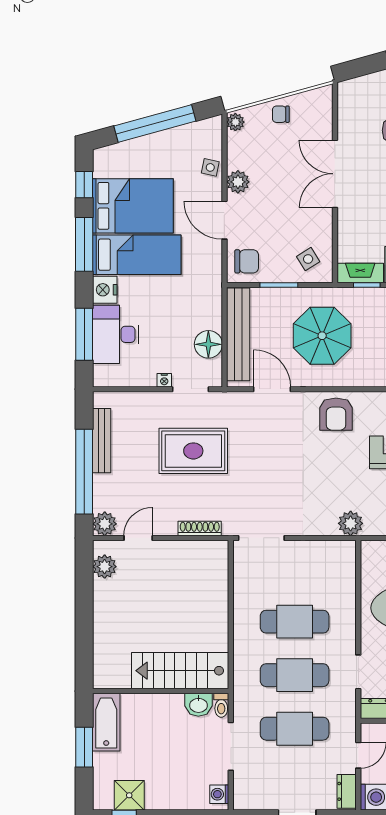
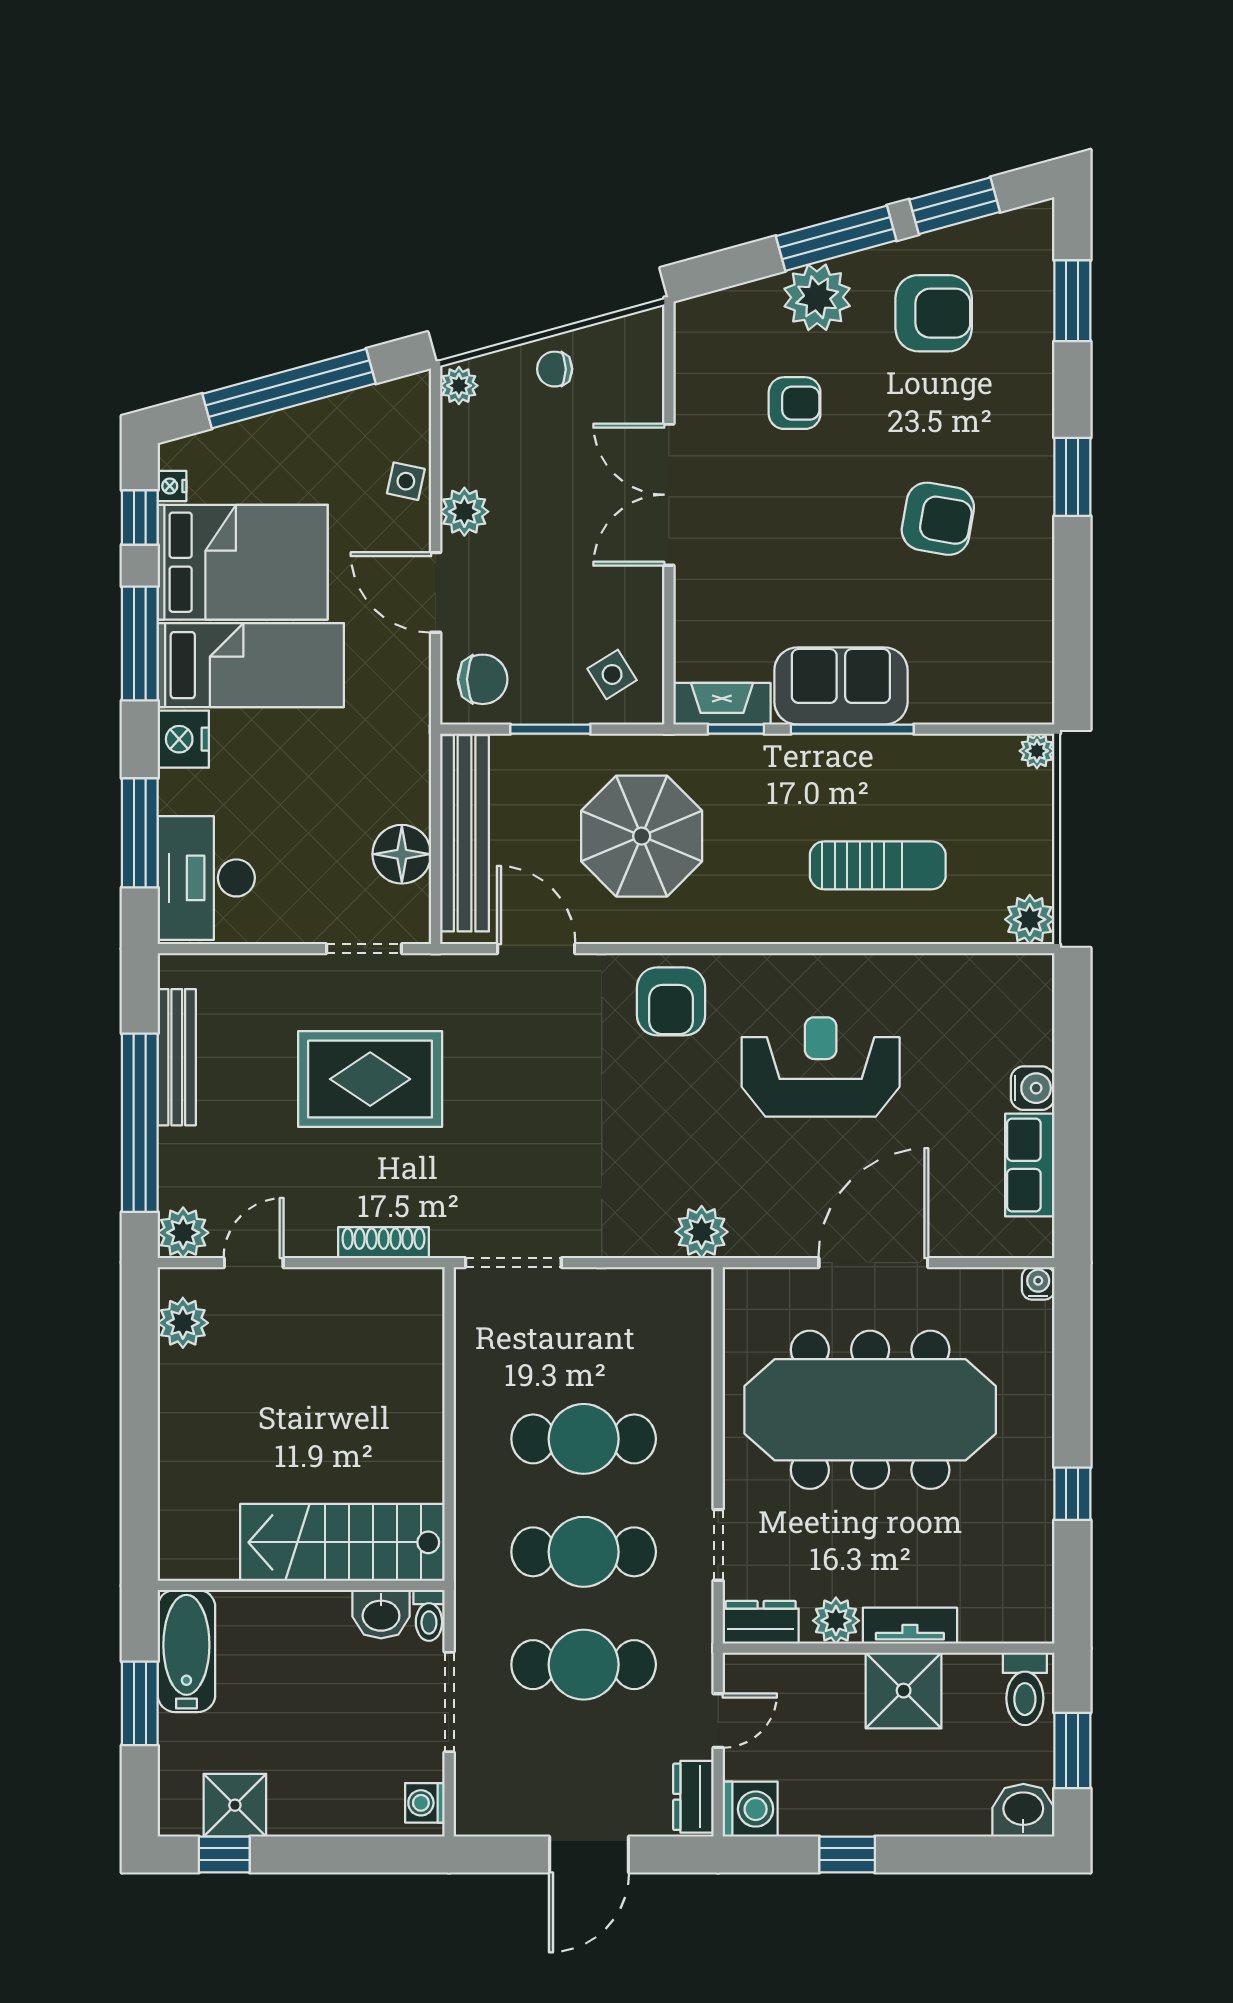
desk: (116, 334) -> (206, 878), moved
nightstand: (164, 380) -> (172, 486), moved, turned 90

